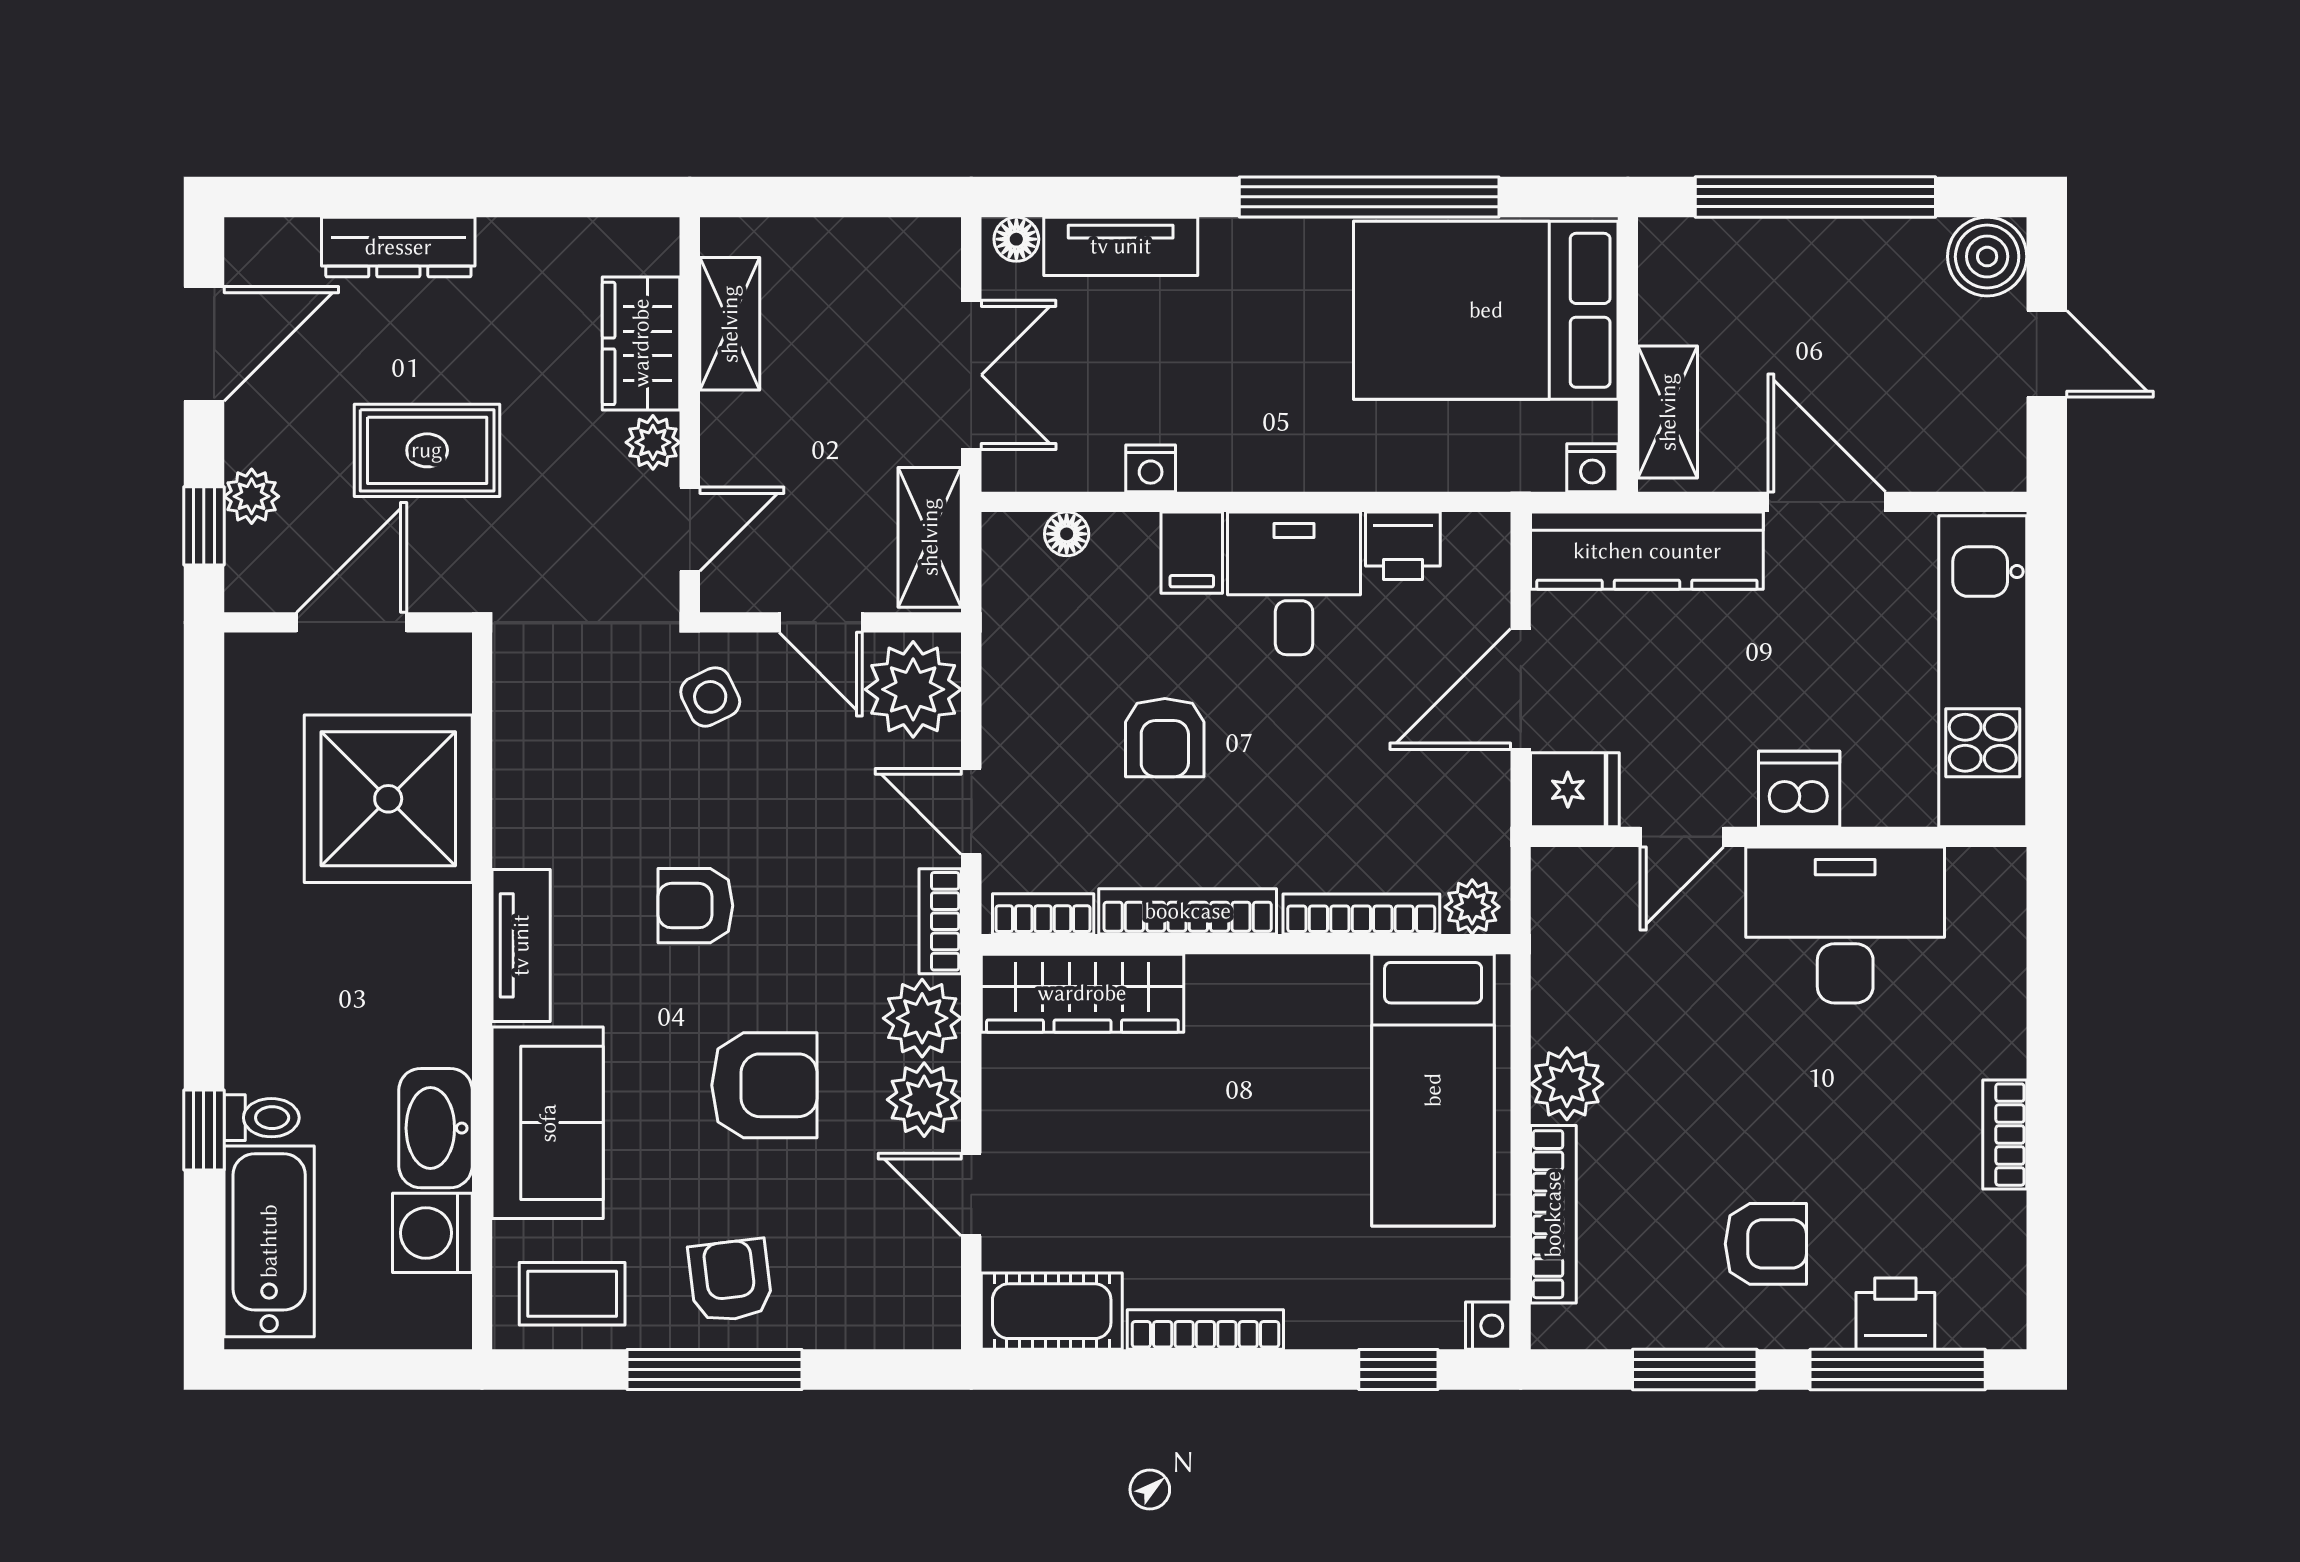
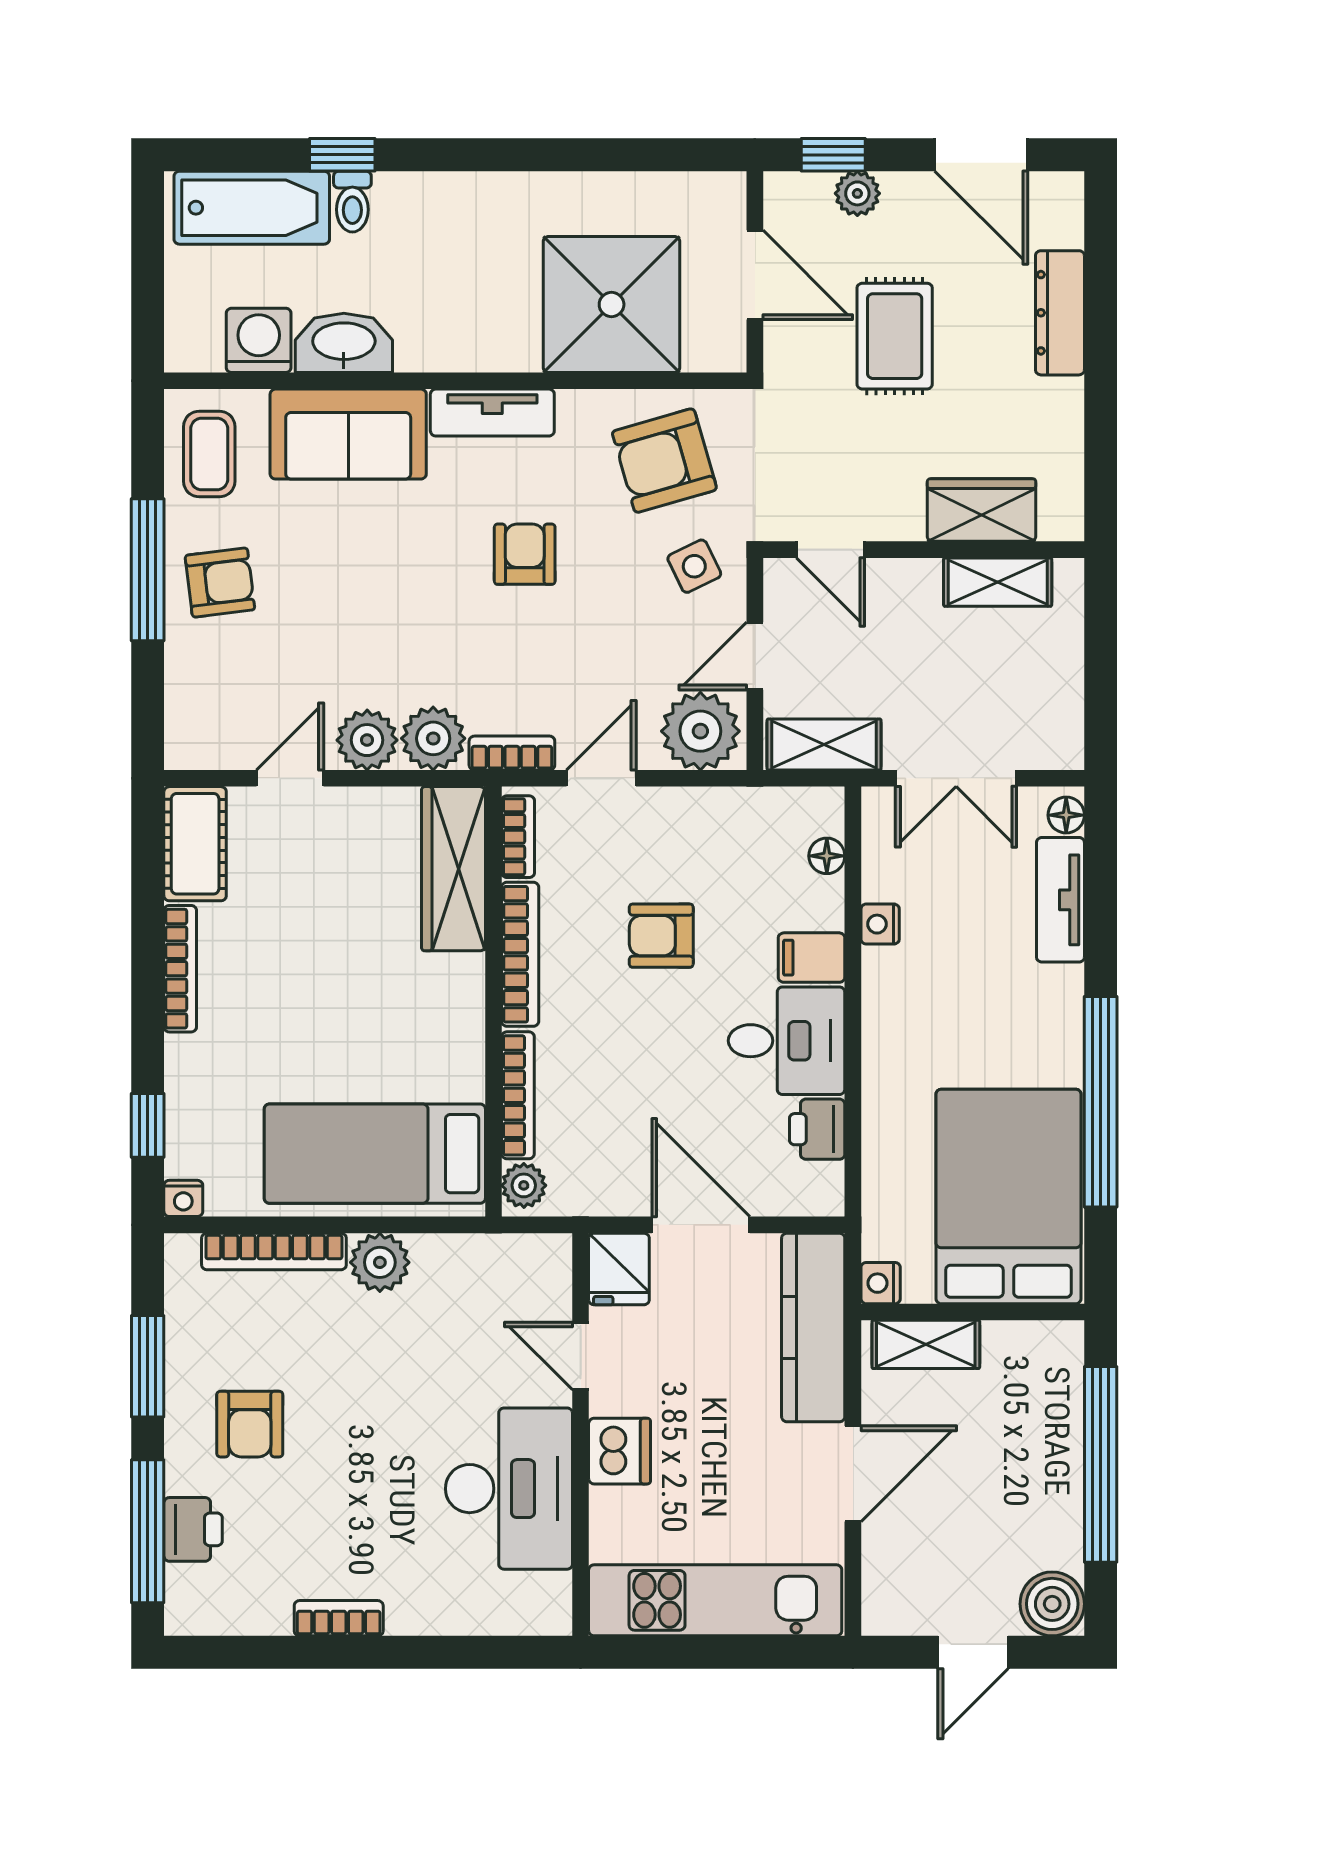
plant: (653, 442) -> (901, 520), removed
armchair: (764, 1085) -> (664, 461), moved, turned 74

